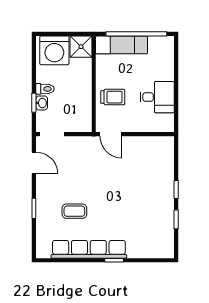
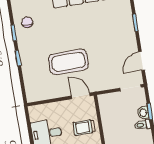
door: (34, 163) -> (142, 61), hinge flipped
coffee table: (74, 211) -> (68, 62), moved, width x1.86, depth x1.72
chair: (159, 229) -> (27, 22), added

